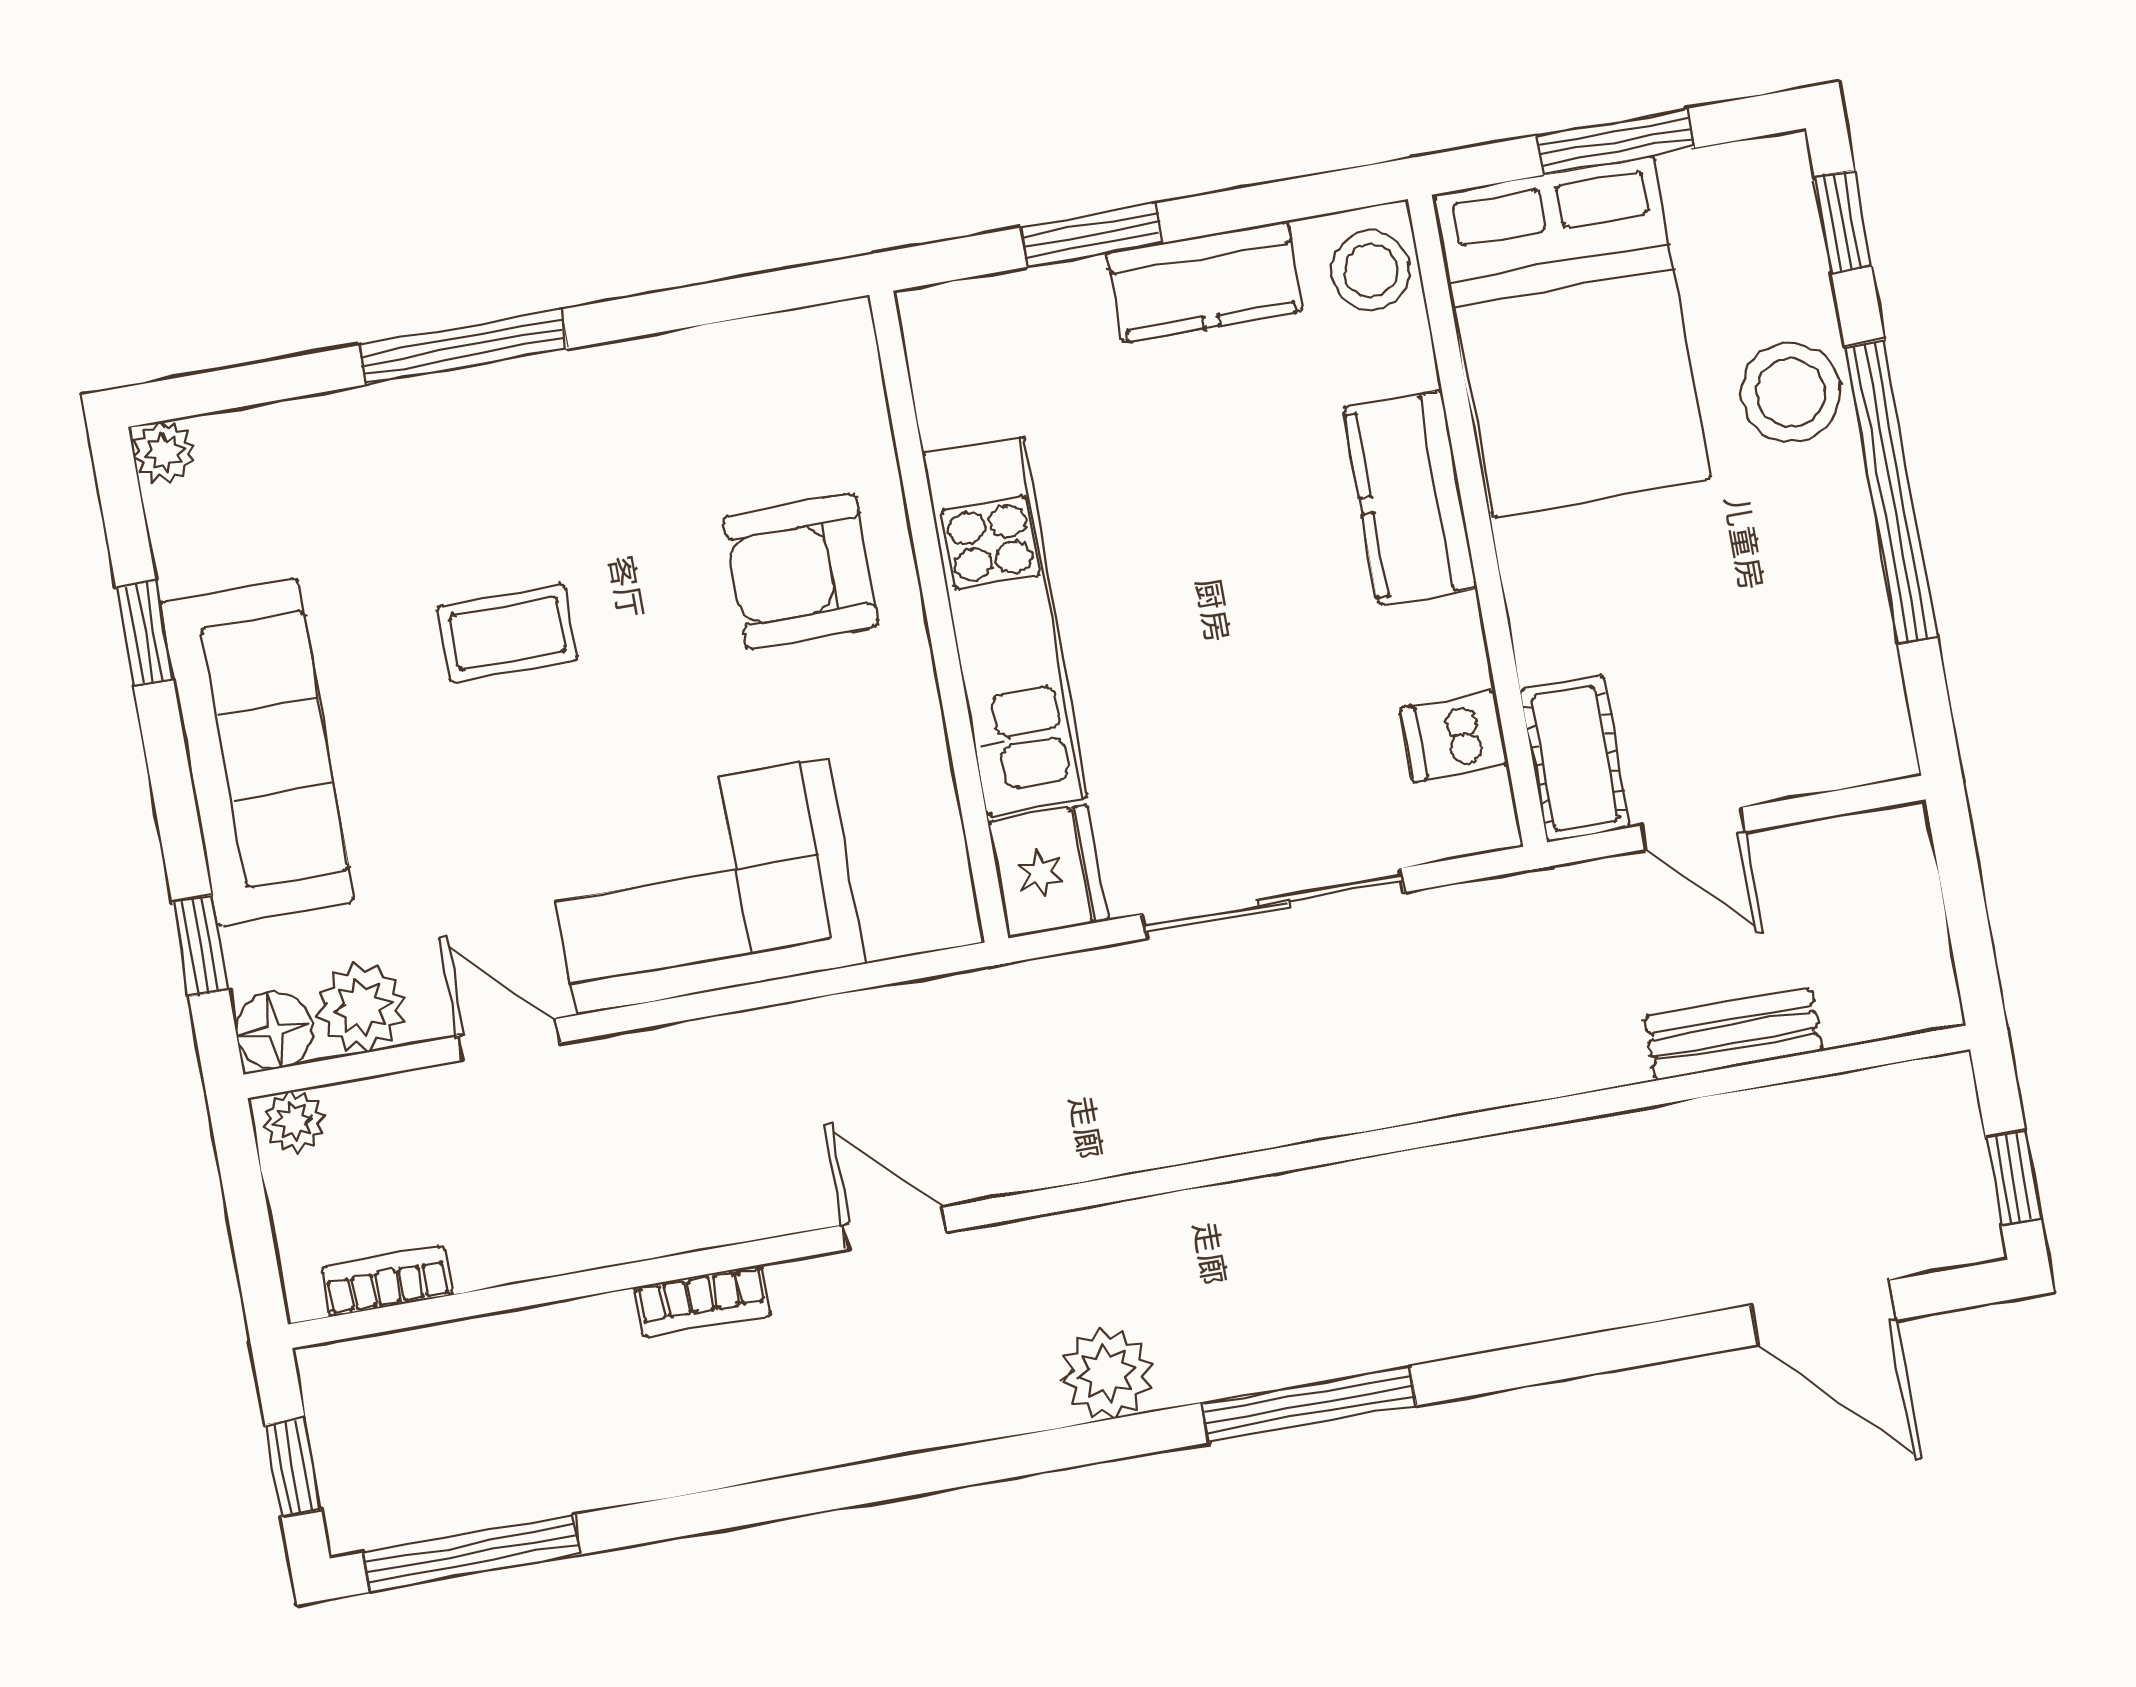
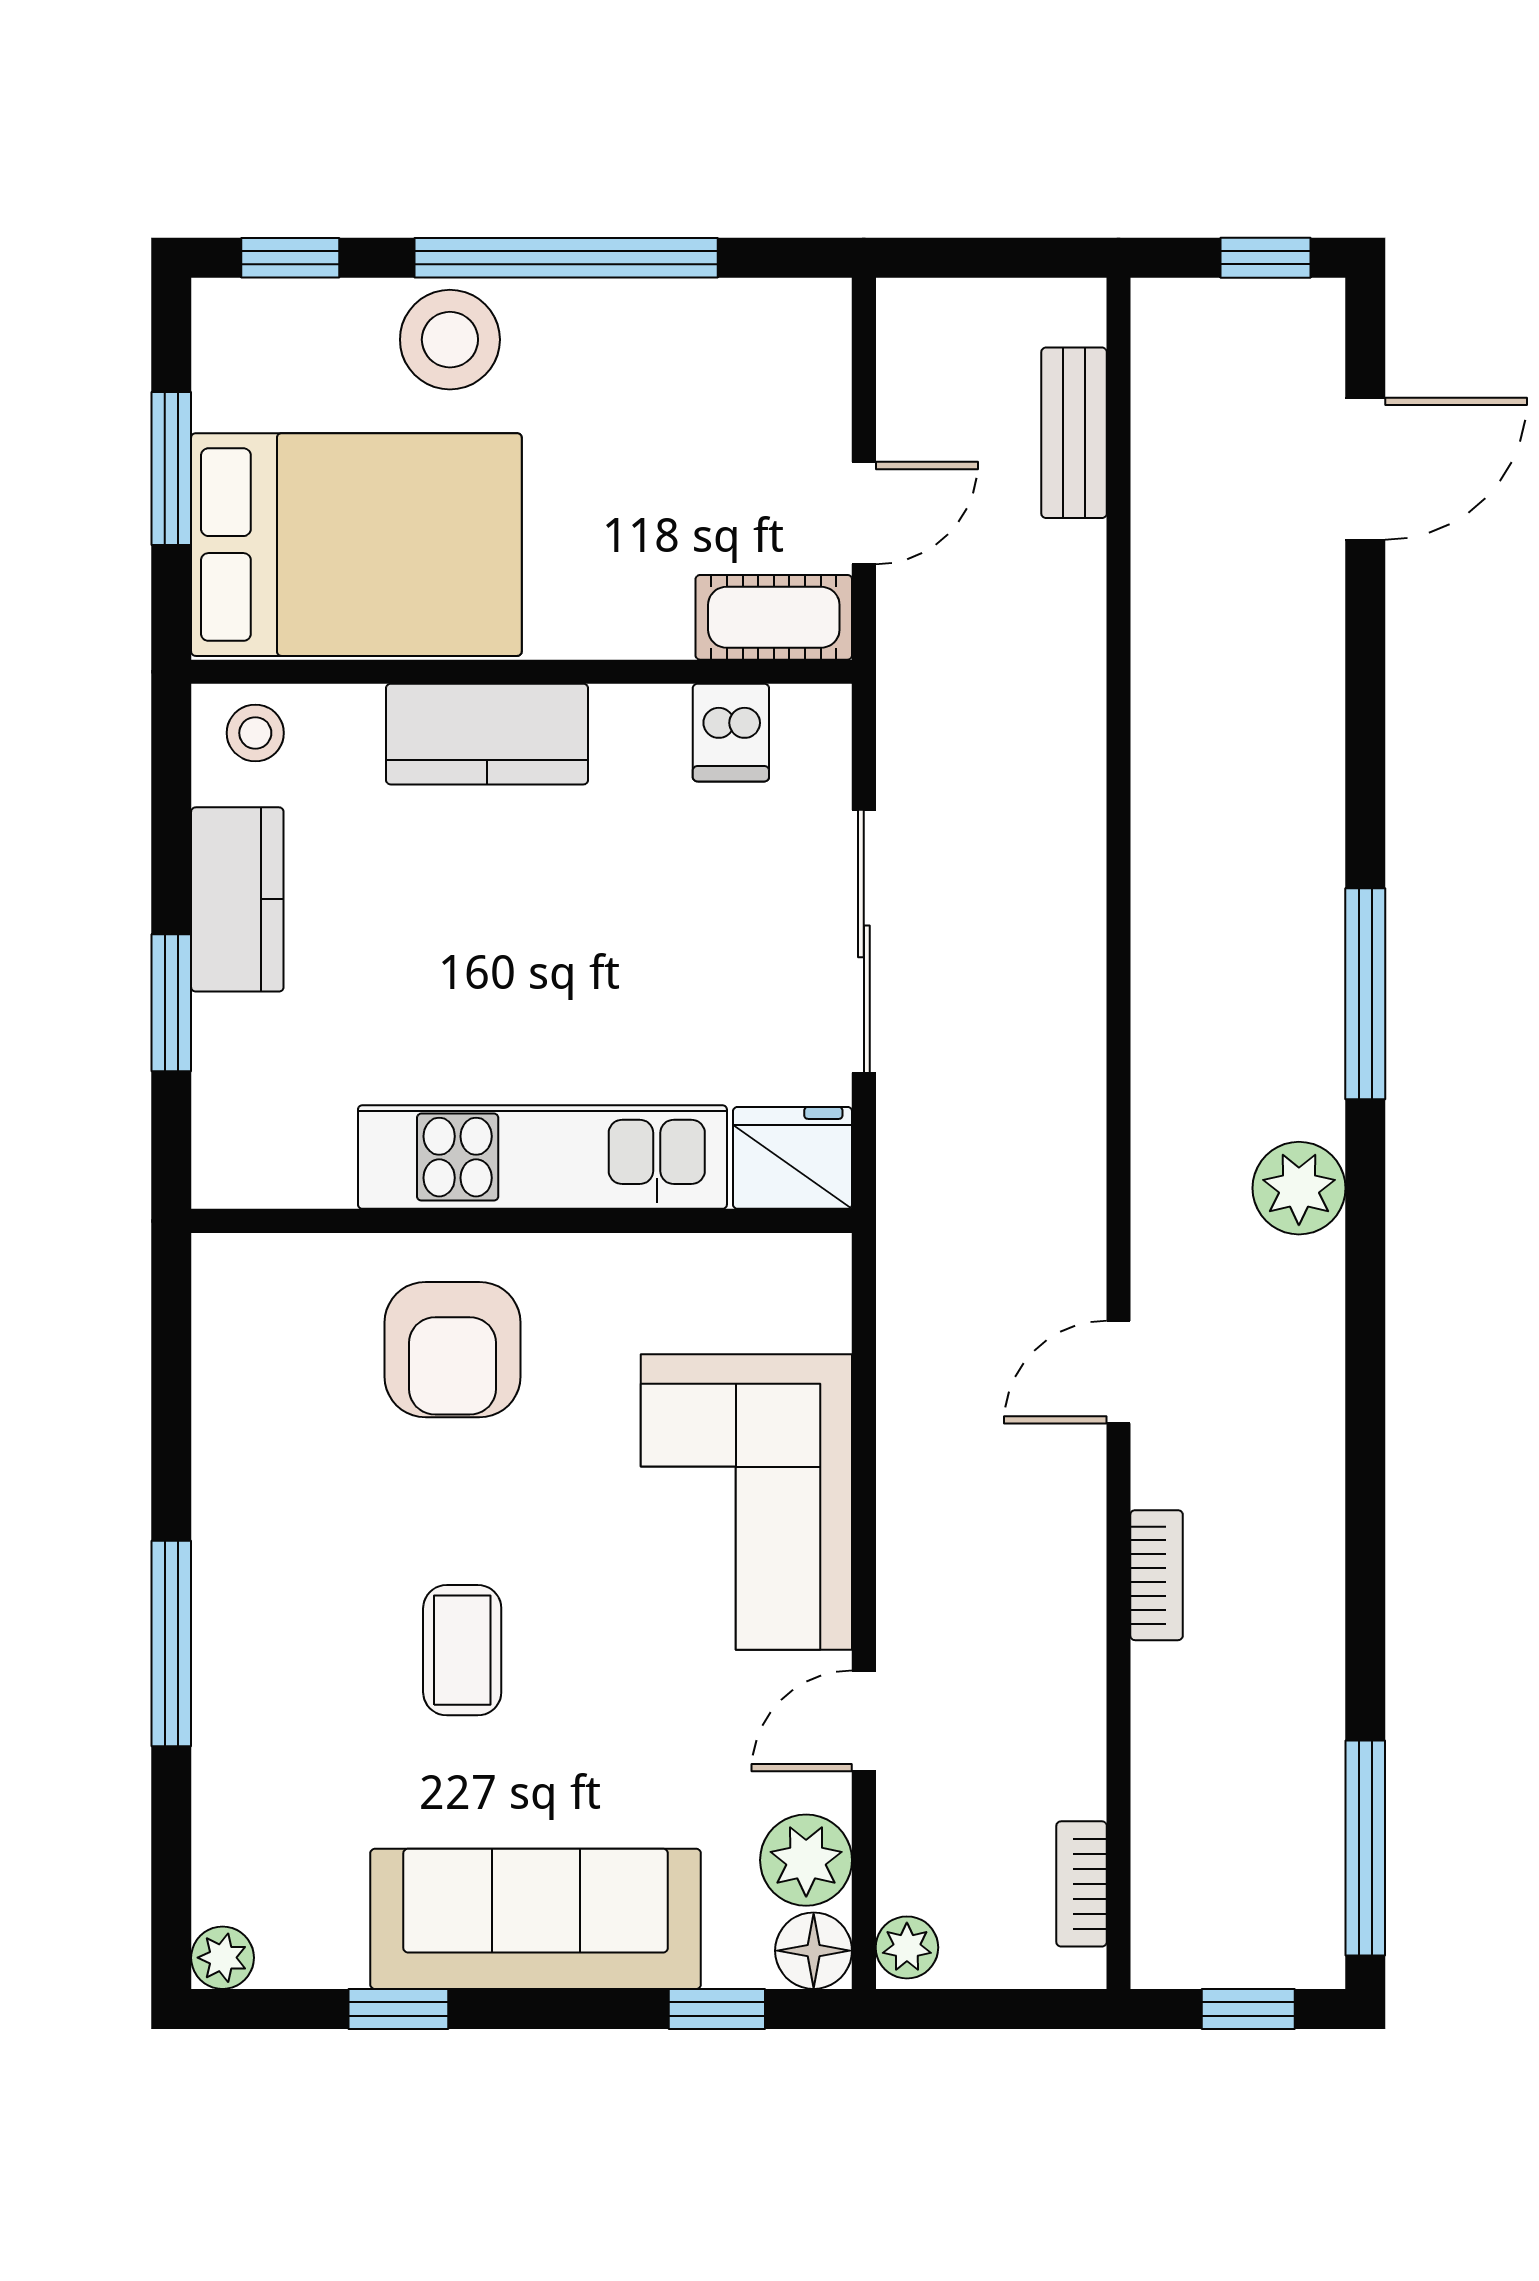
stool: (1371, 270) -> (255, 733), width x0.73, depth x0.73
bench: (1733, 1034) -> (1074, 433), moved

